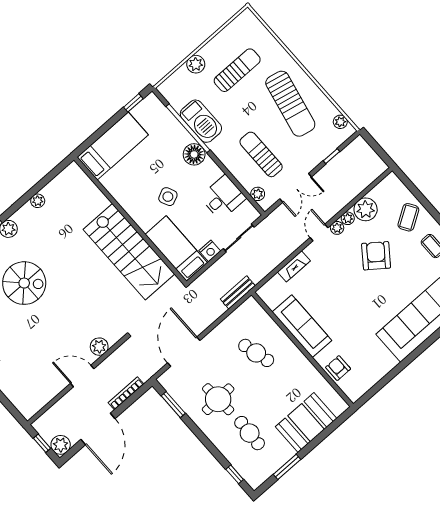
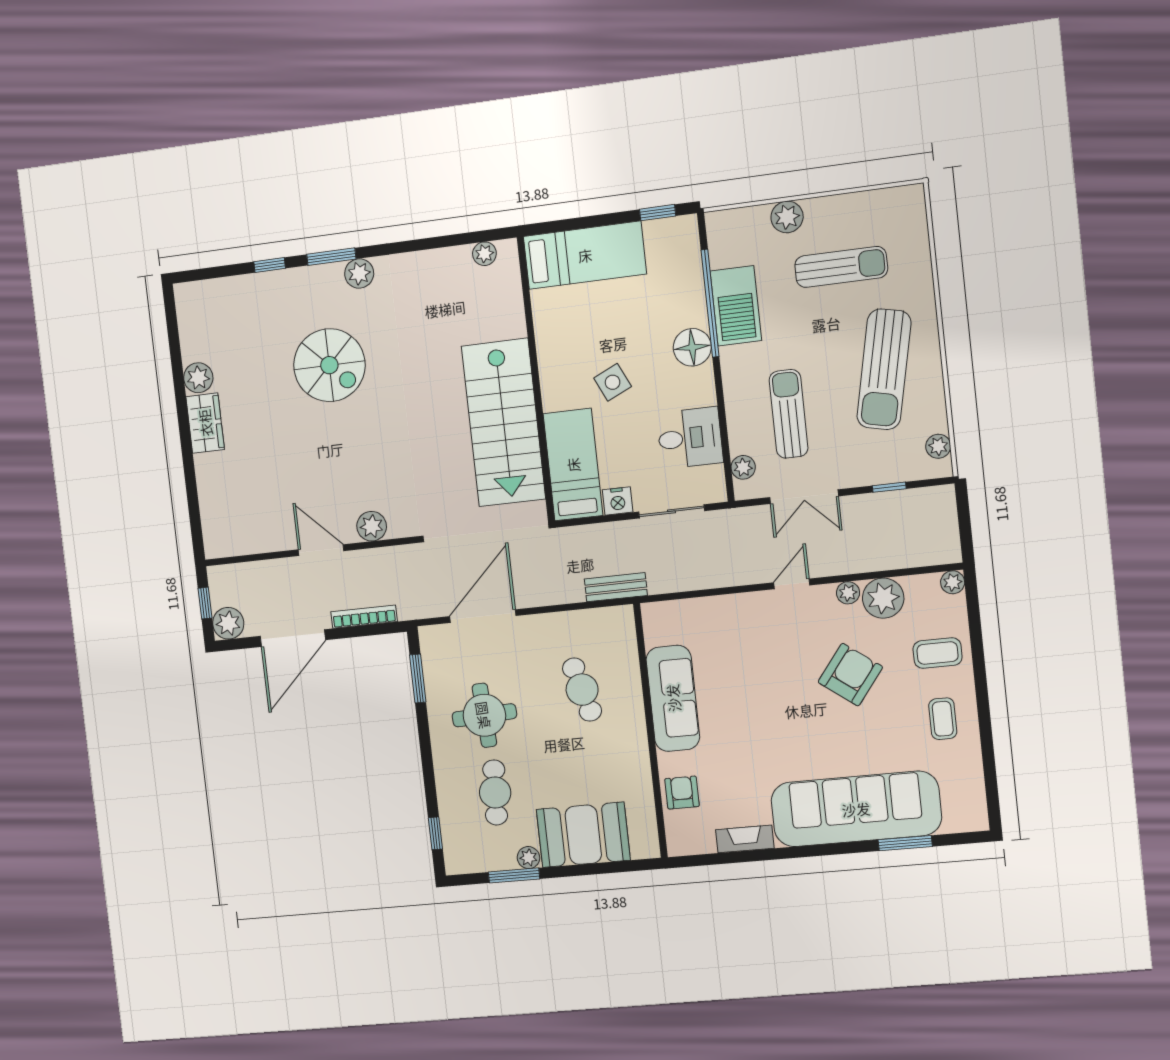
plant: (38, 201) -> (484, 254), moved
coffee table: (408, 217) -> (938, 653), turned 32
plant: (337, 228) -> (953, 582), moved
fireplace: (294, 266) -> (745, 839), moved, turned 180
plant: (288, 453) -> (528, 858), added

